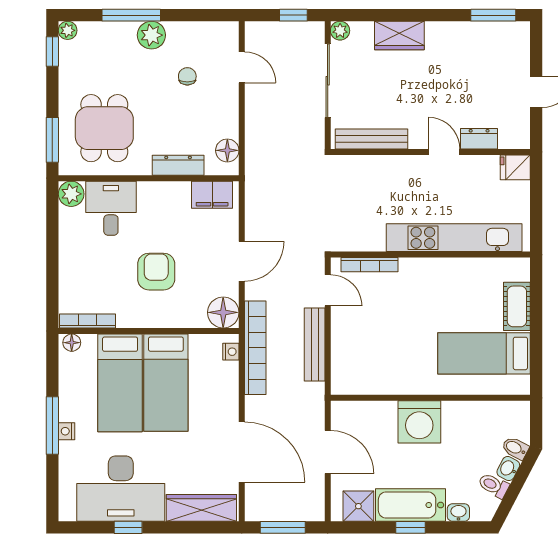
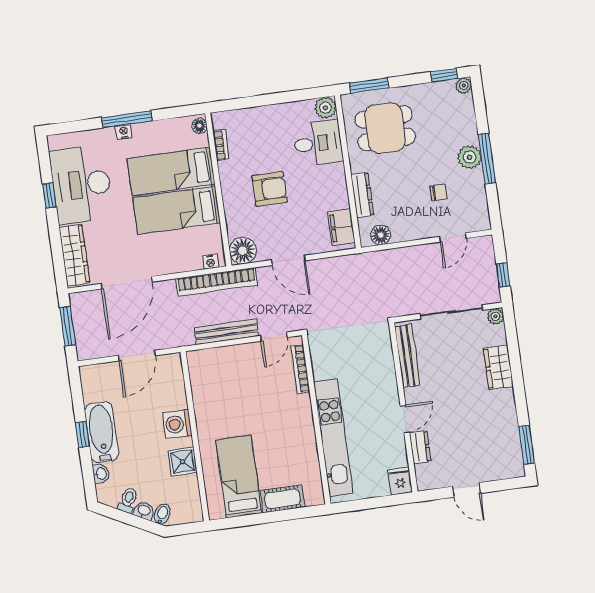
window: (131, 15) -> (487, 159), moved
bookcase: (87, 321) -> (221, 145), width x0.64
washing machine: (419, 422) -> (177, 424), width x0.73, depth x0.73
shower: (358, 506) -> (183, 462), moved

